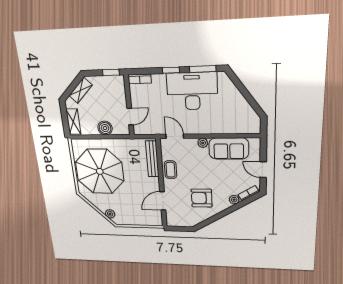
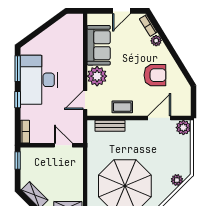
boiler: (105, 128) -> (75, 174), removed
plant: (203, 143) -> (97, 76), width x1.88, depth x1.88
bench: (152, 159) -> (110, 126), width x0.73
armchair: (202, 198) -> (155, 75), turned -90
door: (163, 201) -> (159, 118), swing flipped
plant: (156, 220) -> (183, 128), added

